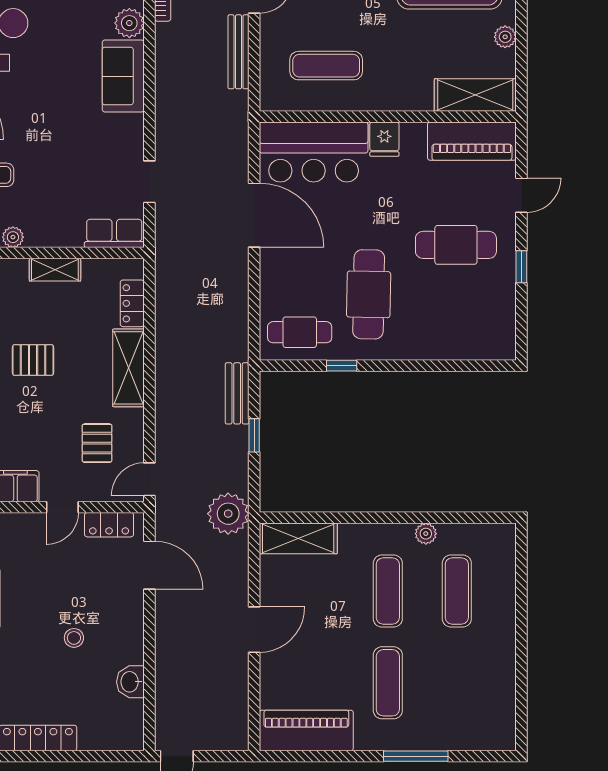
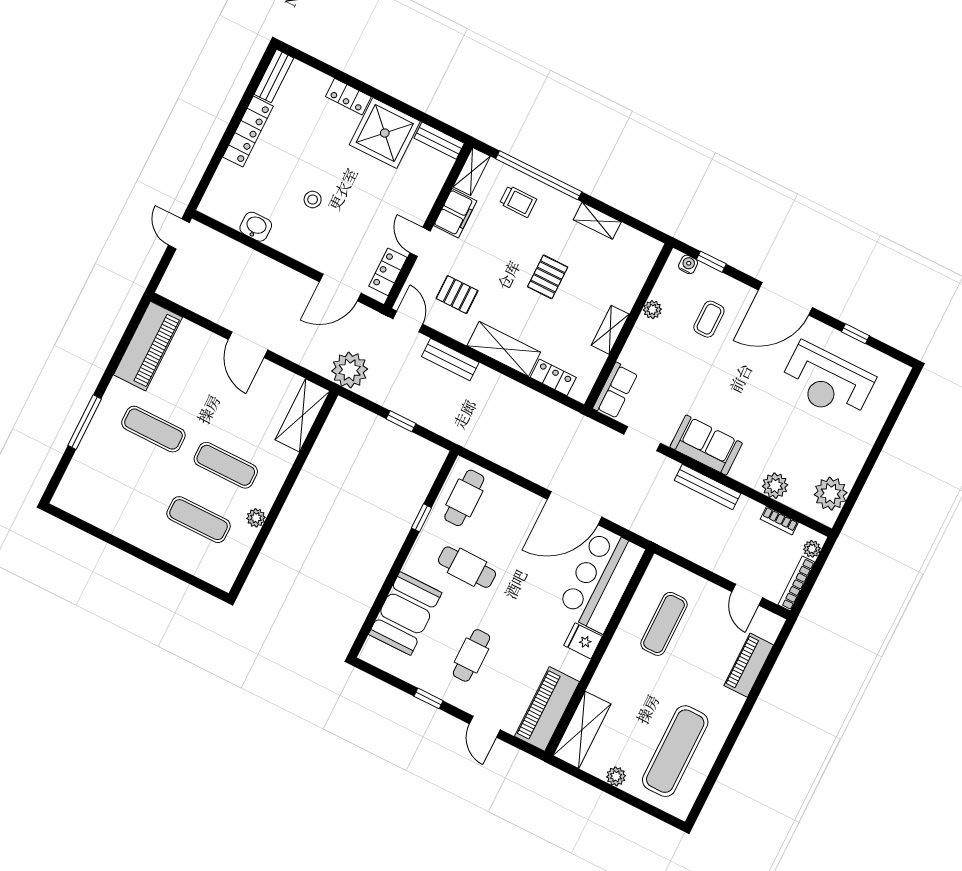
bench: (238, 52) -> (708, 487), moved
sofa: (123, 76) -> (706, 445), moved
cafe table: (456, 245) -> (471, 655), width x0.73, depth x0.74
cafe table: (369, 294) -> (467, 567), width x0.73, depth x0.74
booth: (447, 333) -> (405, 613), added
bench: (237, 393) -> (450, 359), moved

